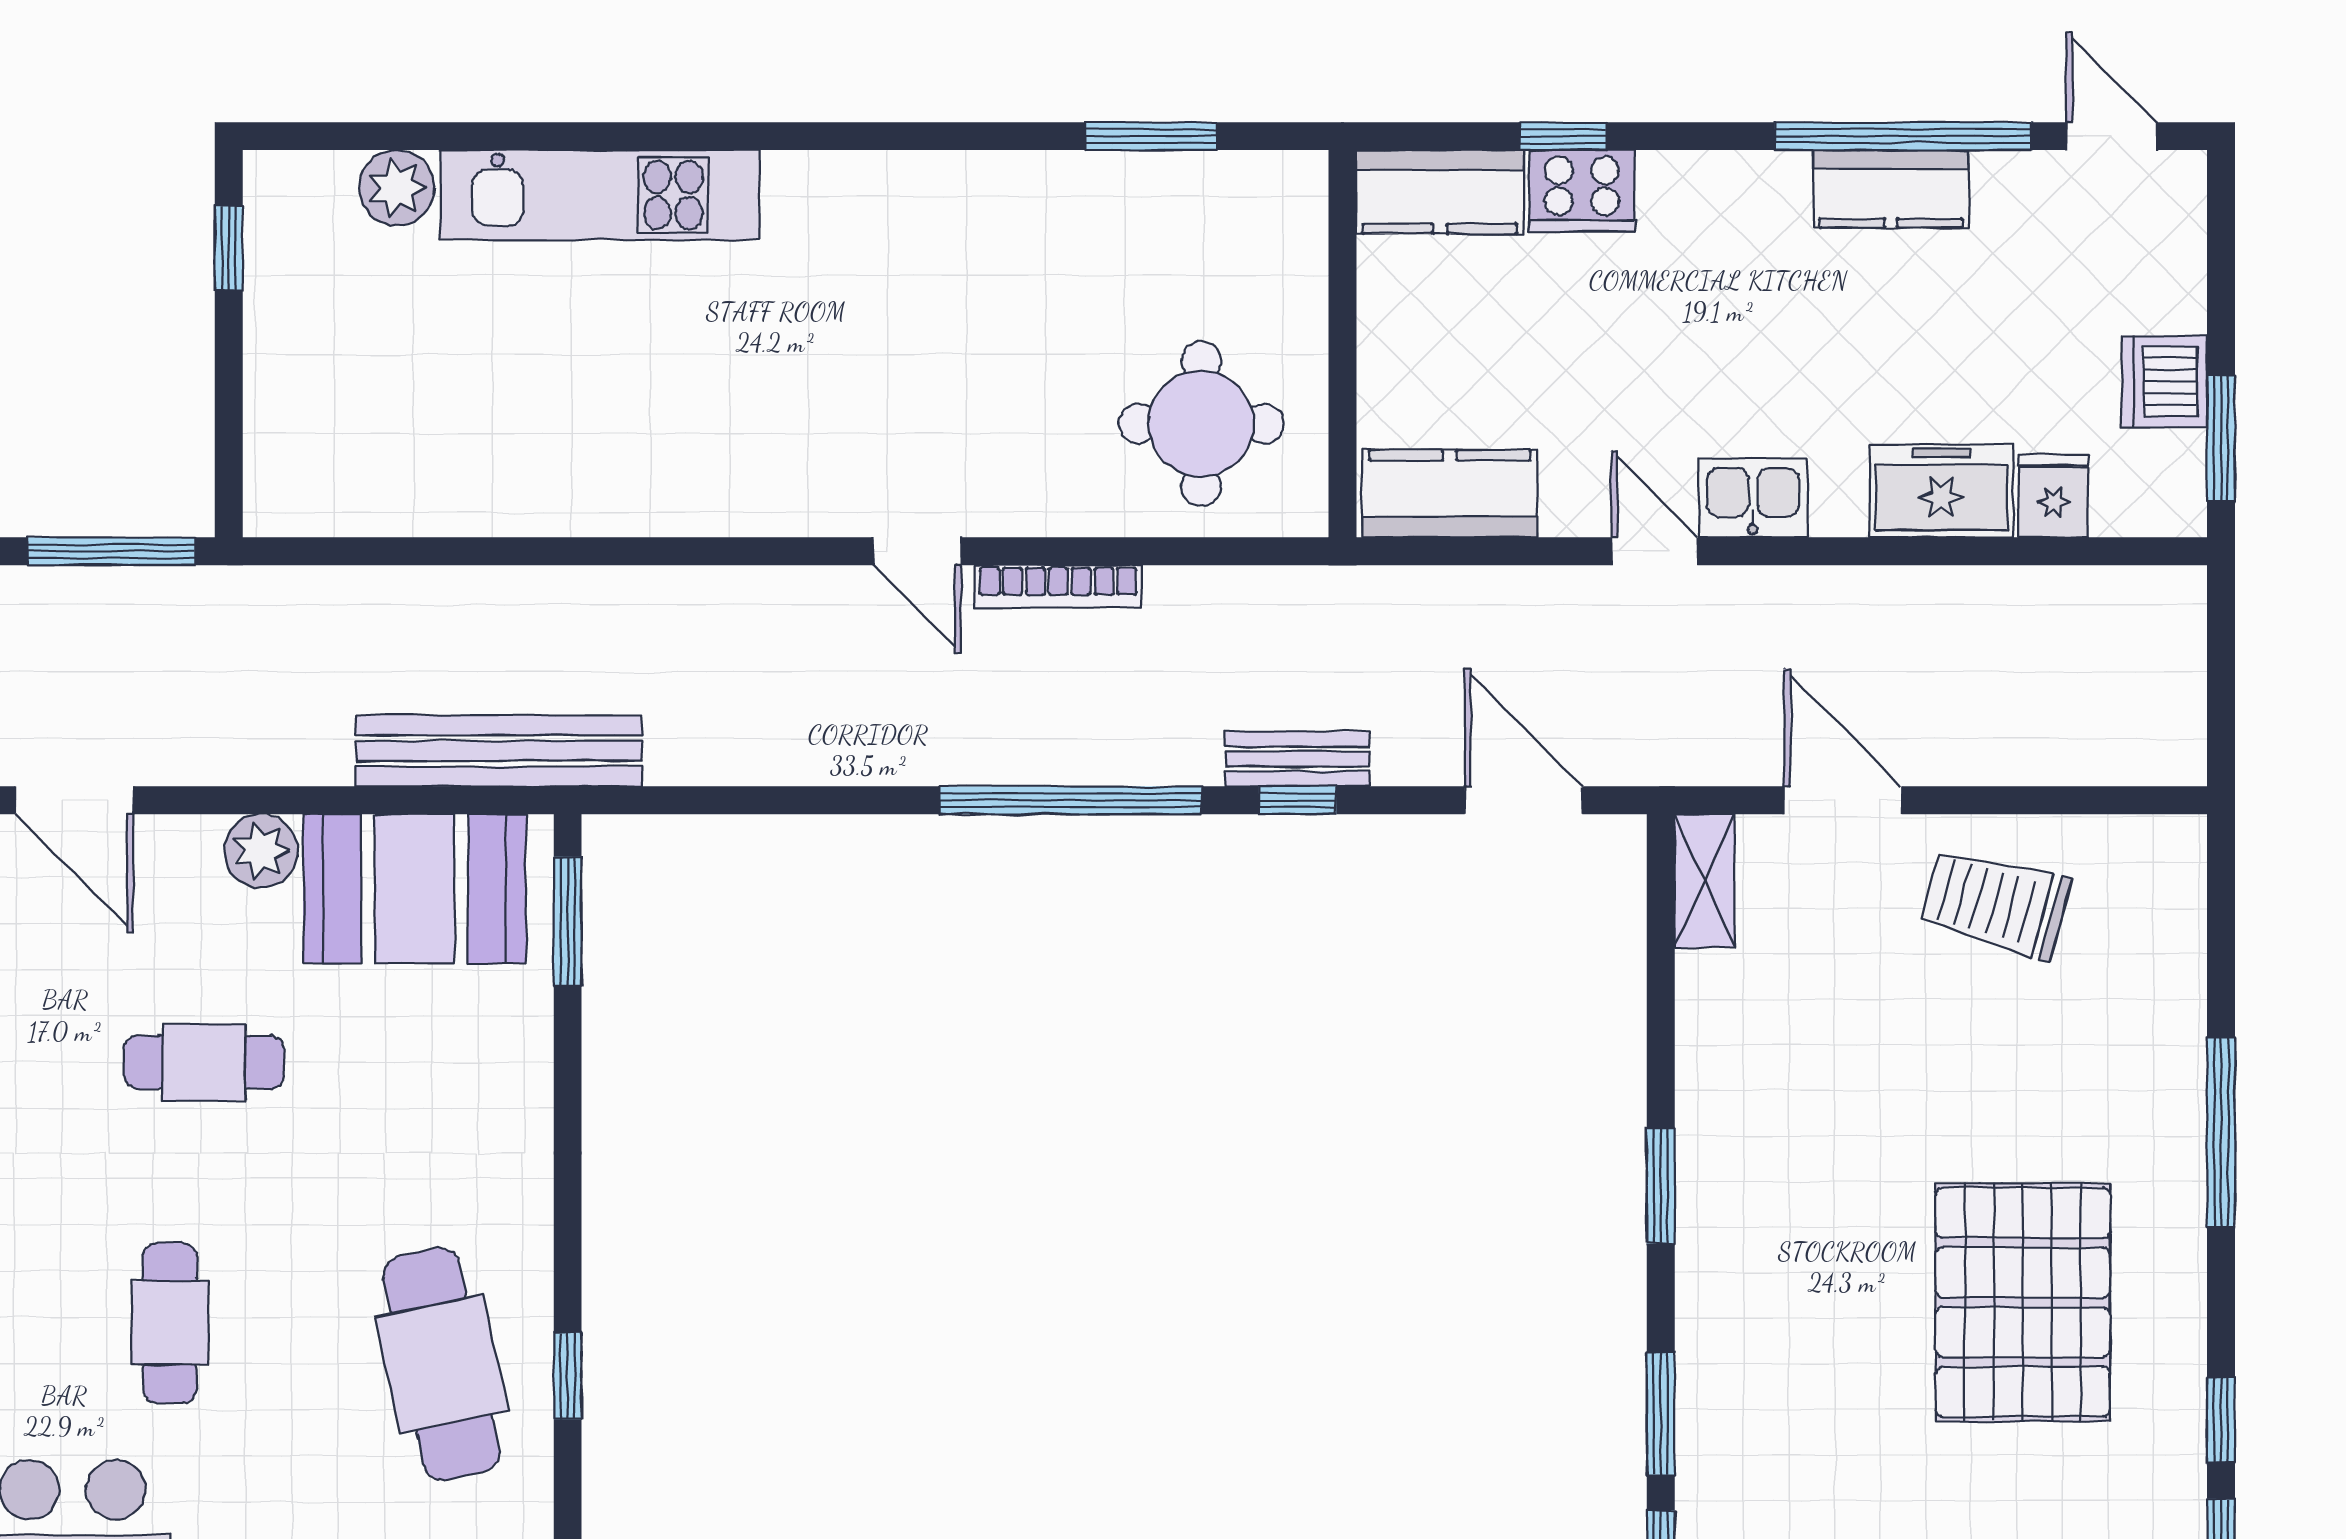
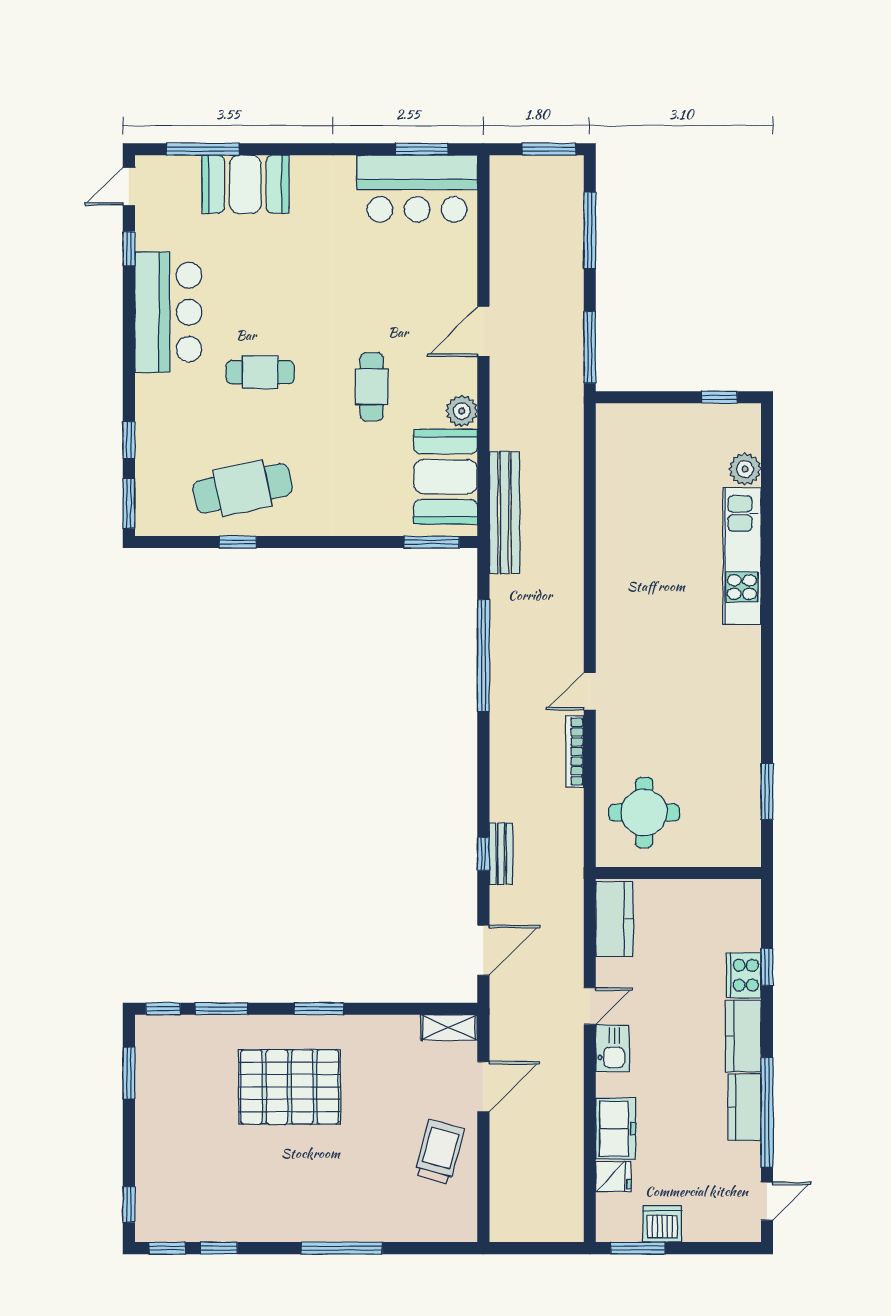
kitchen counter: (1440, 192) -> (743, 1036), moved
window: (1070, 800) -> (483, 656), moved
pallet: (2023, 1302) -> (290, 1087), moved

